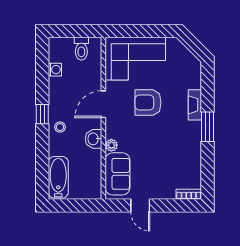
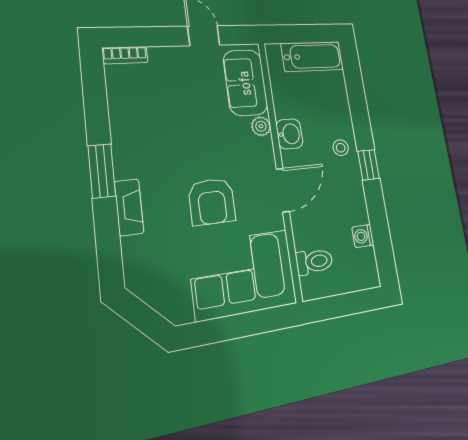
toilet: (81, 49) -> (314, 261), moved, turned 90
armchair: (148, 103) -> (212, 202), turned 90
bathtub: (58, 177) -> (312, 56), moved, turned -90

